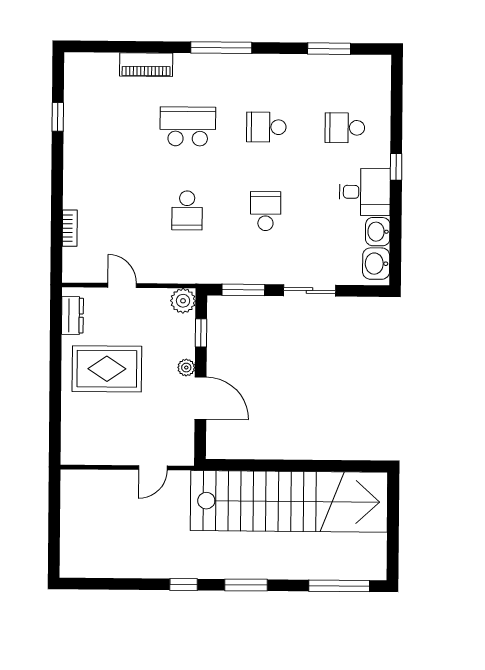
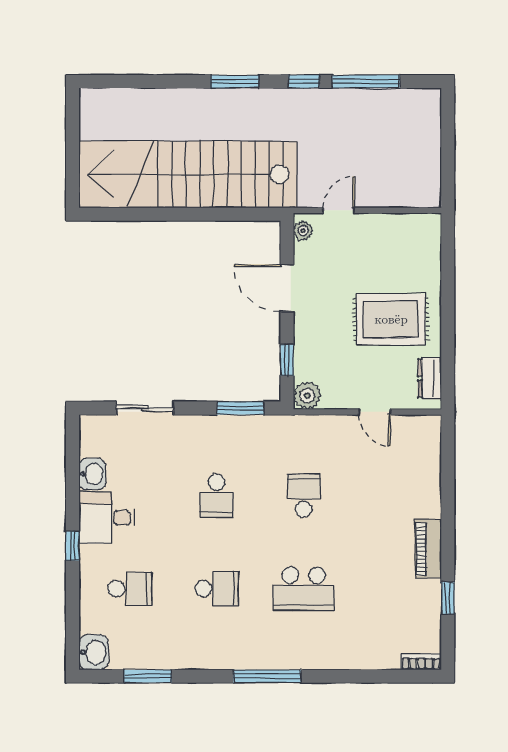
piano: (146, 65) -> (428, 549), moved, turned -90
bookcase: (70, 228) -> (421, 662), moved, turned 90
washbasin: (376, 264) -> (94, 652), moved
sliding door: (310, 290) -> (145, 408), moved
plant: (186, 368) -> (303, 231), moved
window: (339, 586) -> (366, 81), moved

